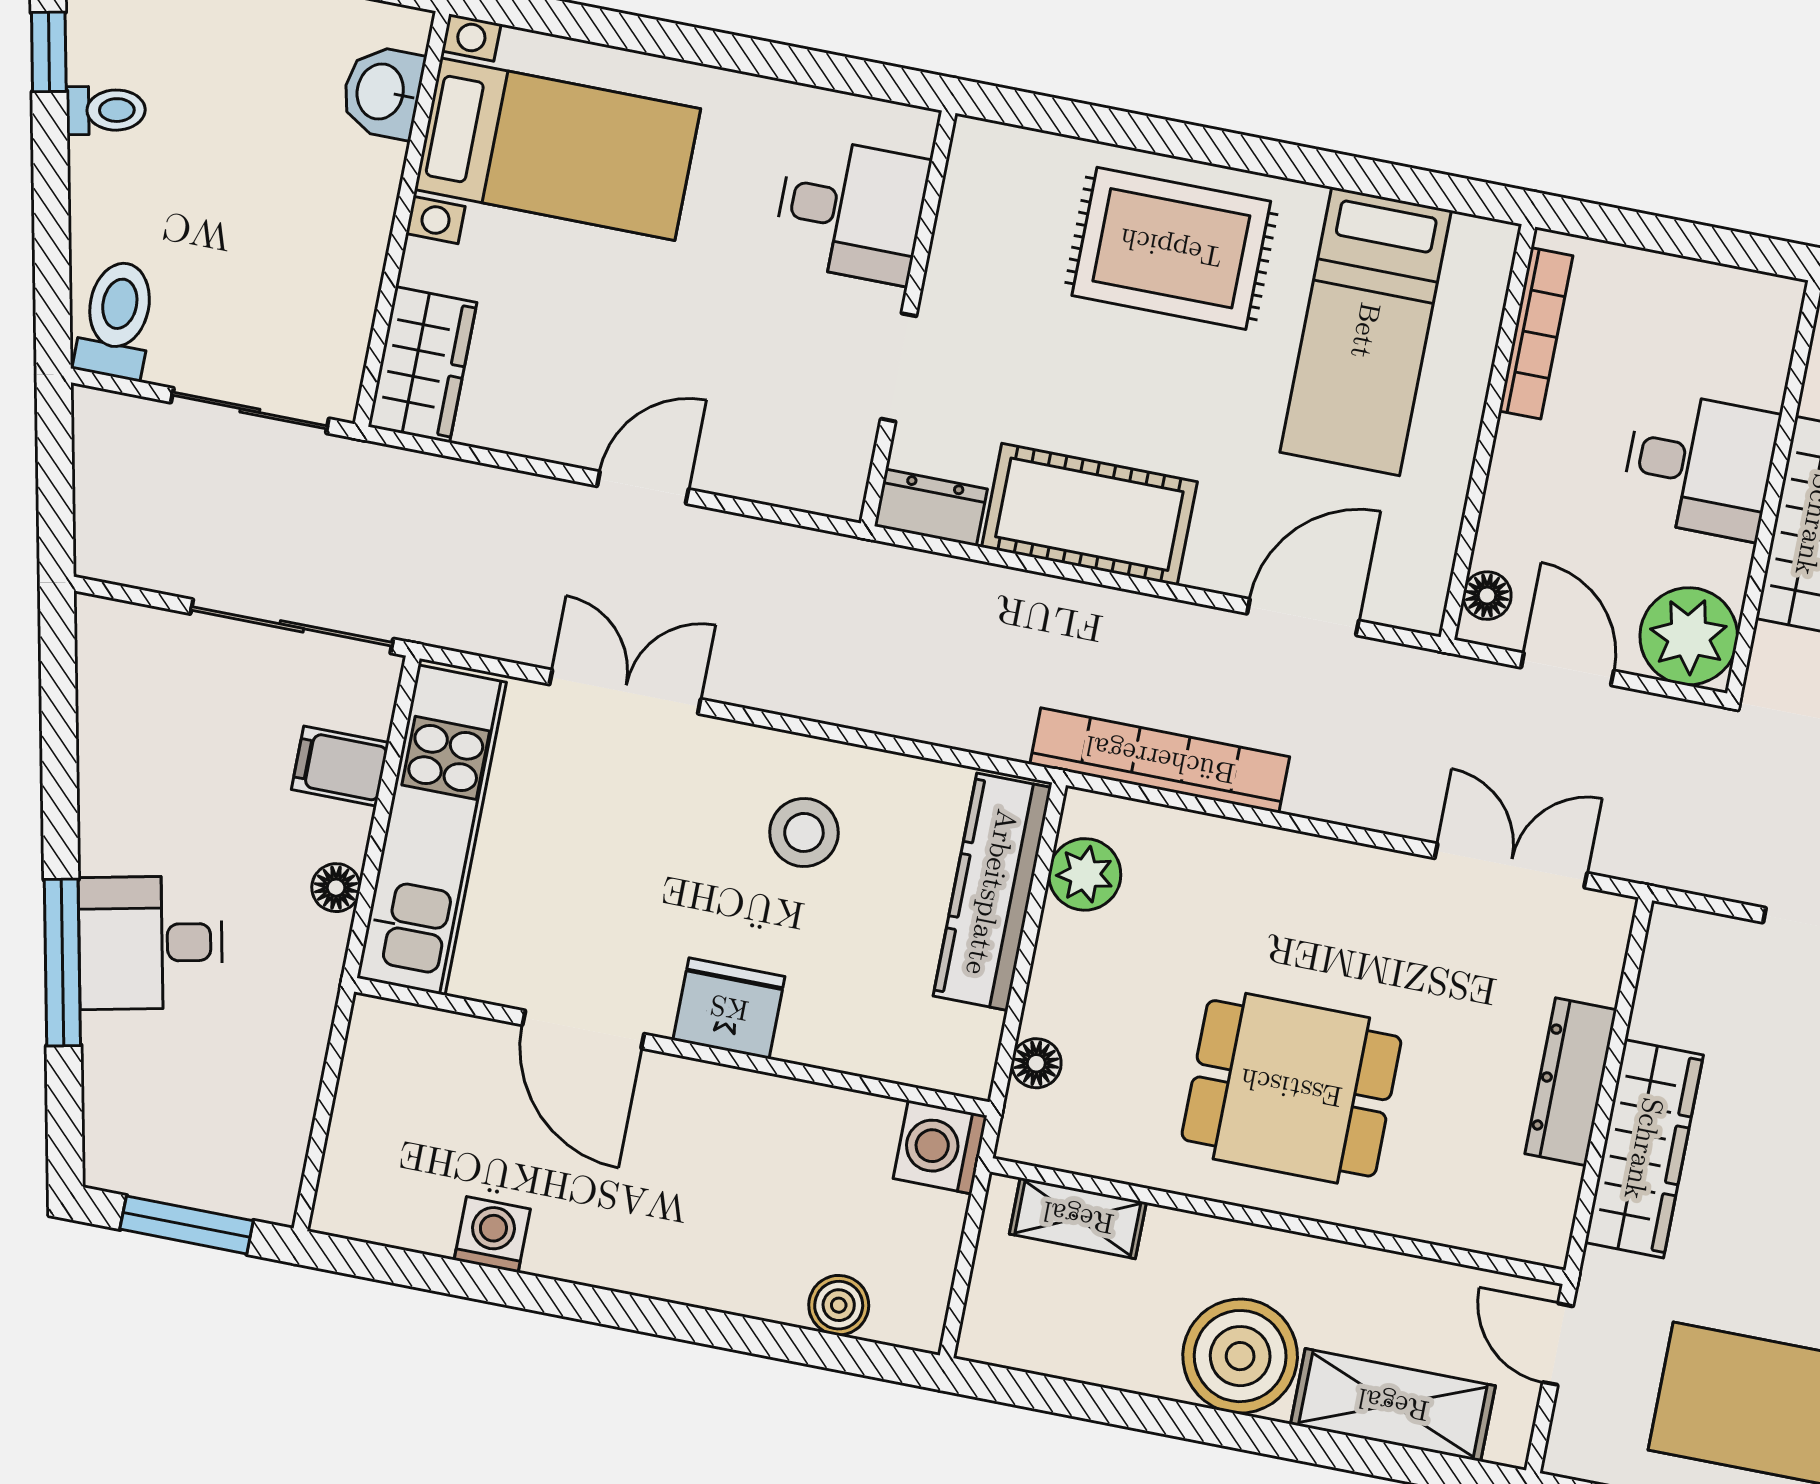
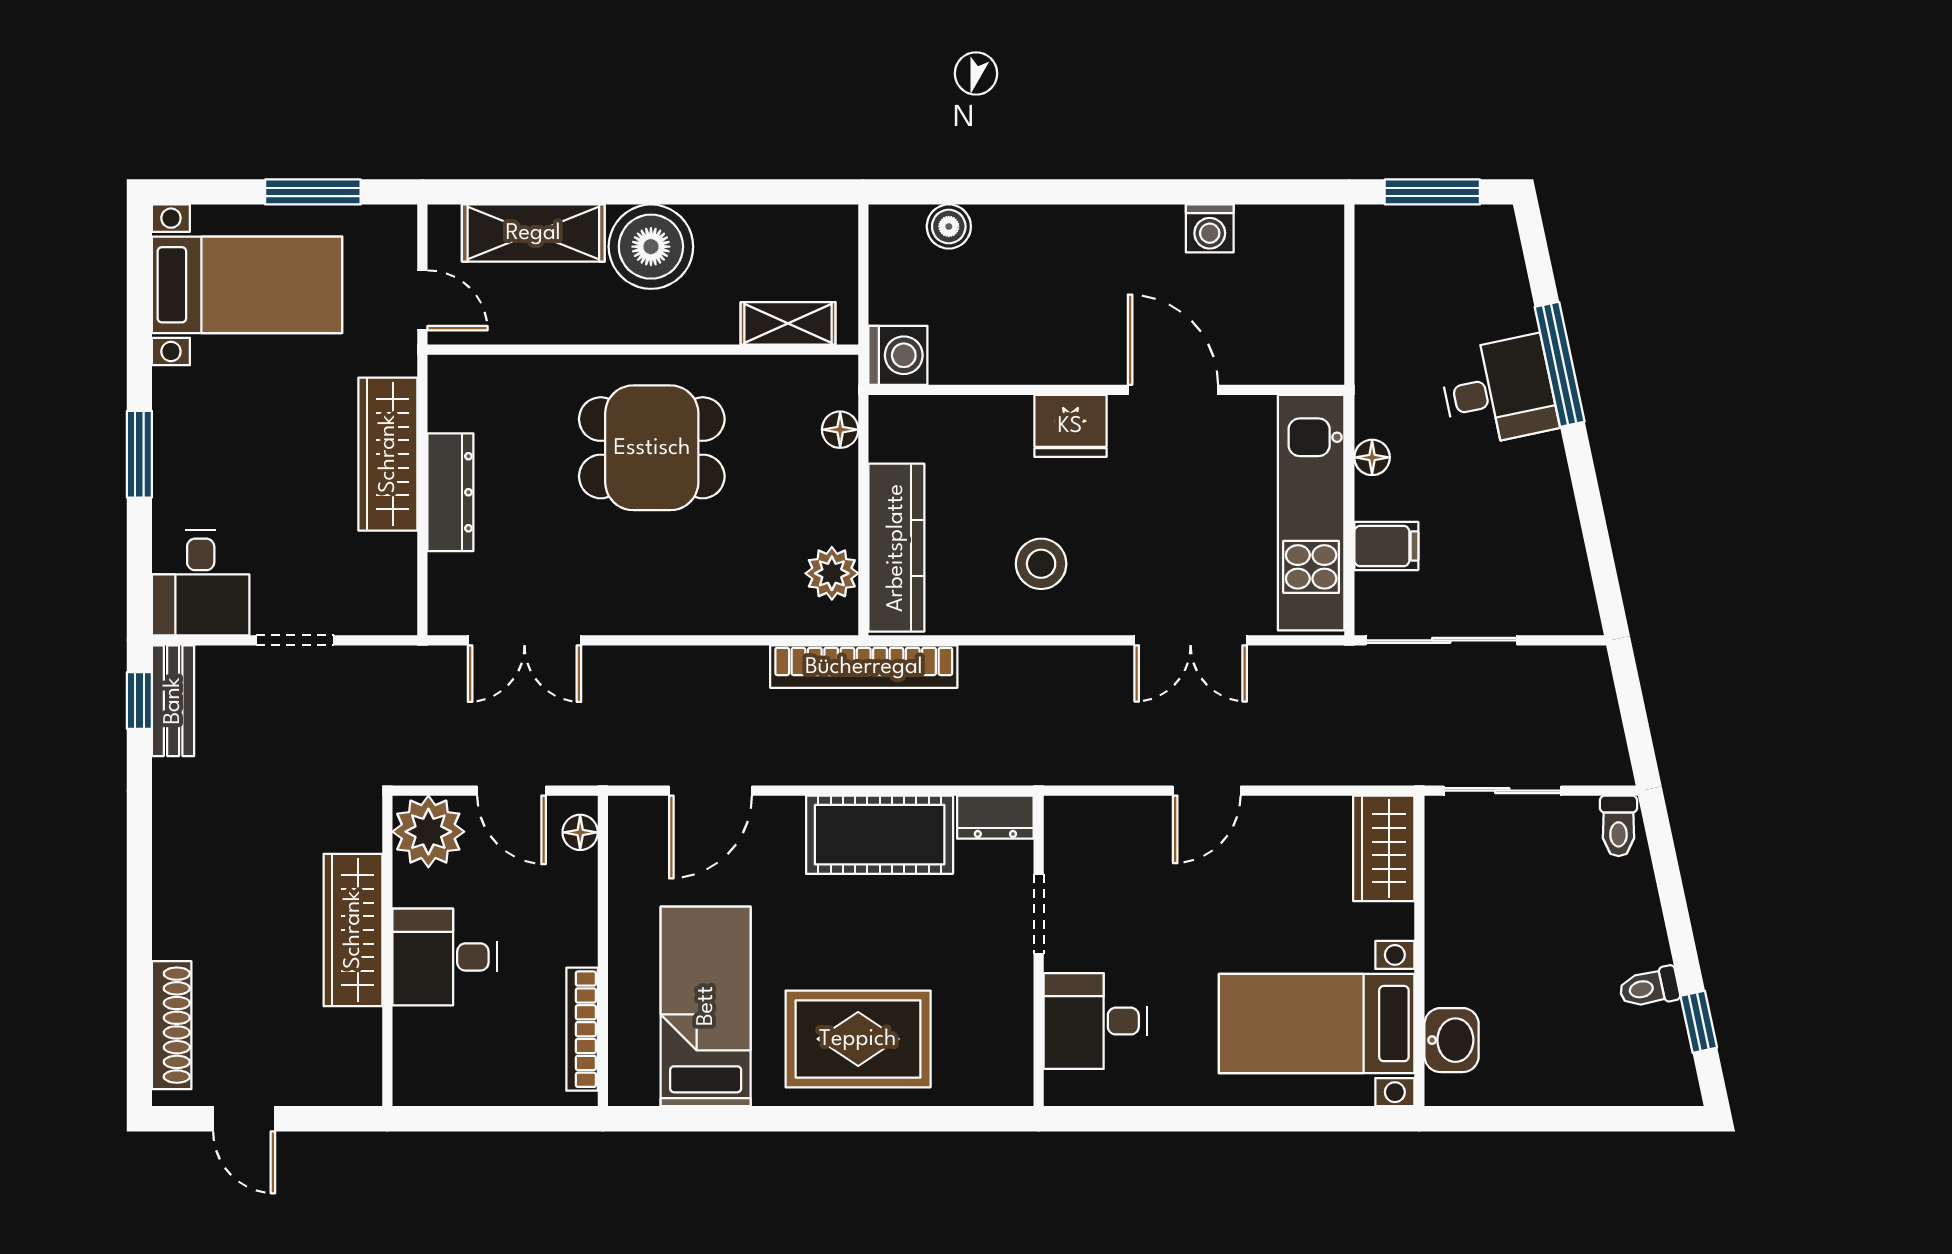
toilet: (117, 319) -> (1619, 826), width x0.73, depth x0.72
bookcase: (1160, 760) -> (864, 667), moved

